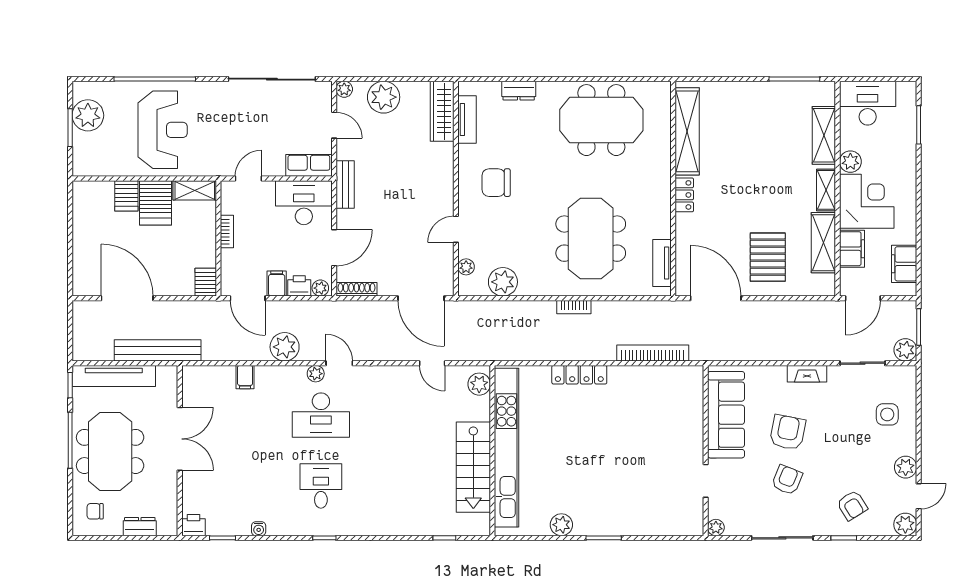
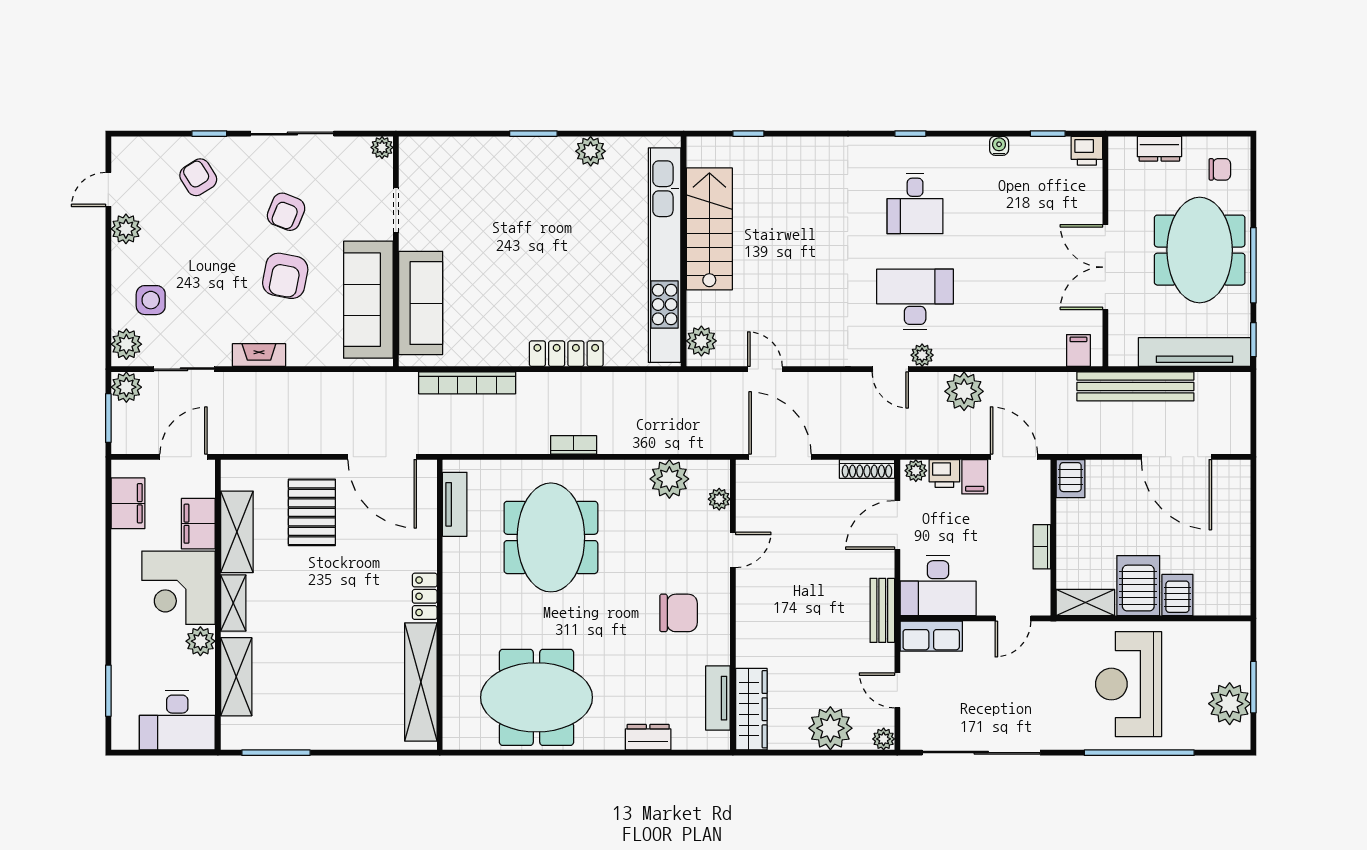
filing cabinet: (245, 377) -> (1078, 351), moved
sofa: (687, 412) -> (421, 303), added
plant: (905, 524) -> (126, 344), moved

